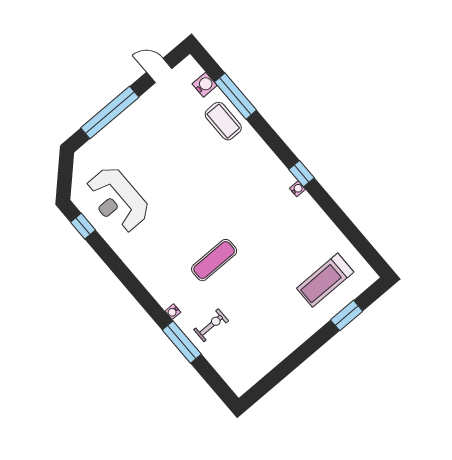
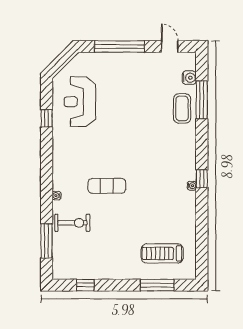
window: (83, 226) -> (47, 118), moved
window: (347, 315) -> (157, 285), width x1.44
exercise bike: (211, 325) -> (72, 223), width x1.38, depth x1.39
window: (182, 342) -> (47, 241), moved
window: (276, 376) -> (85, 285), added

